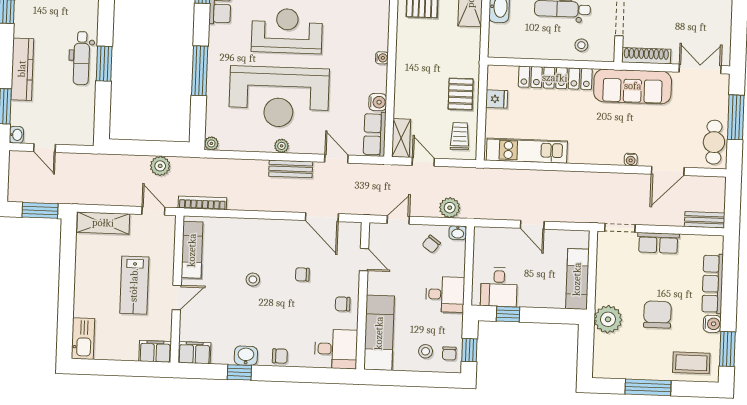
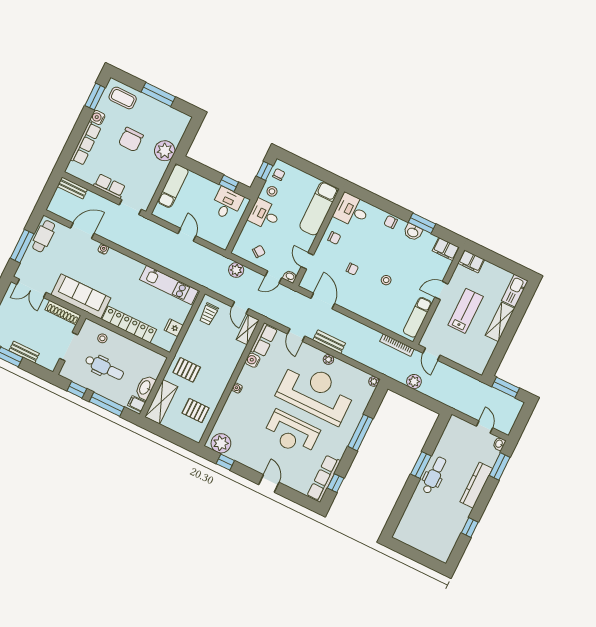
pallet: (461, 94) -> (187, 370), moved, turned 90
shelving: (103, 223) -> (500, 322), moved, turned 90
washbasin: (458, 233) -> (290, 277), moved
stool: (426, 351) -> (272, 191), moved
window: (239, 372) -> (422, 223), width x1.50

